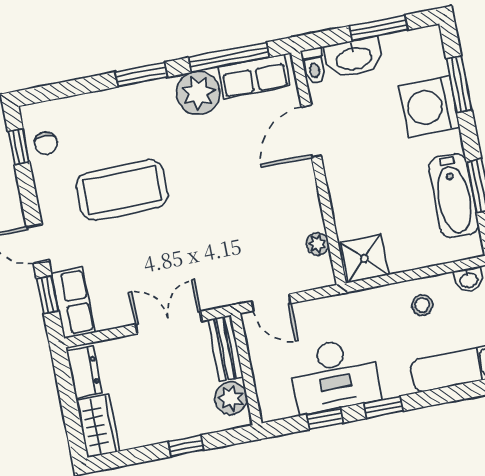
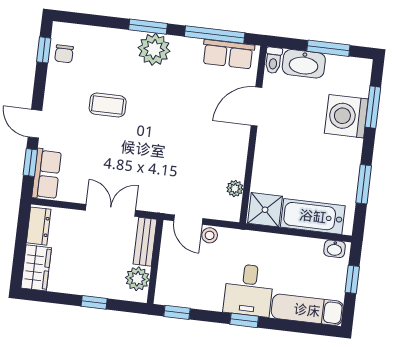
plant: (198, 93) -> (154, 49), moved
coffee table: (122, 190) -> (108, 105), width x0.54, depth x0.58
bathtub: (454, 196) -> (313, 216), moved, turned 90
stool: (422, 305) -> (210, 235), moved
desk: (334, 375) -> (249, 290), moved, width x0.73
window: (325, 419) -> (177, 312), moved

